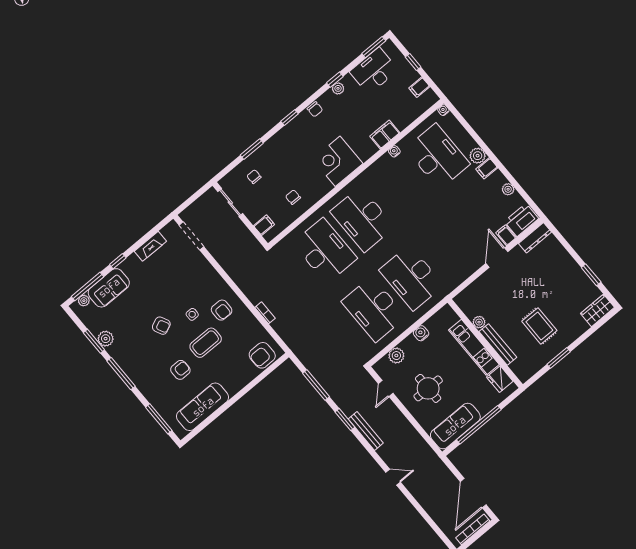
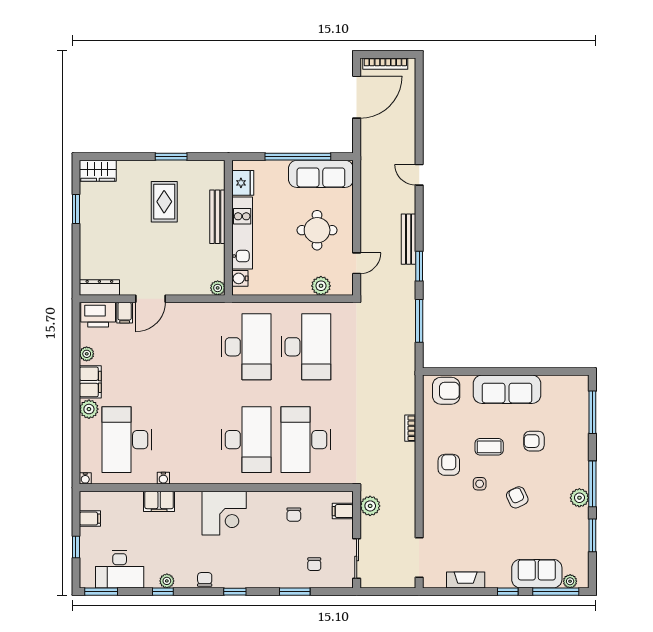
filing cabinet: (487, 168) -> (90, 382), width x2.00
plant: (249, 243) -> (370, 506), added
plant: (479, 322) -> (218, 288), moved
water cooler: (421, 333) -> (240, 278), moved, turned 90
plant: (106, 339) -> (579, 498), moved
coffee table: (206, 343) -> (489, 447), width x0.73, depth x0.77
sofa: (203, 407) -> (507, 389), moved

